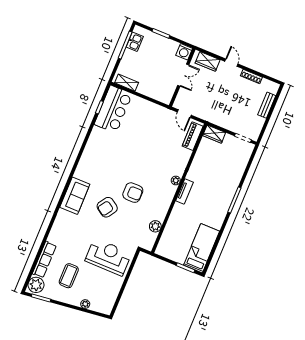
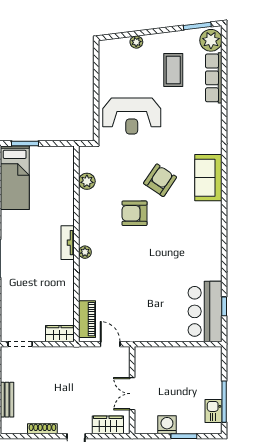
washing machine: (184, 52) -> (167, 425), moved
shelving: (127, 83) -> (202, 353), removed

